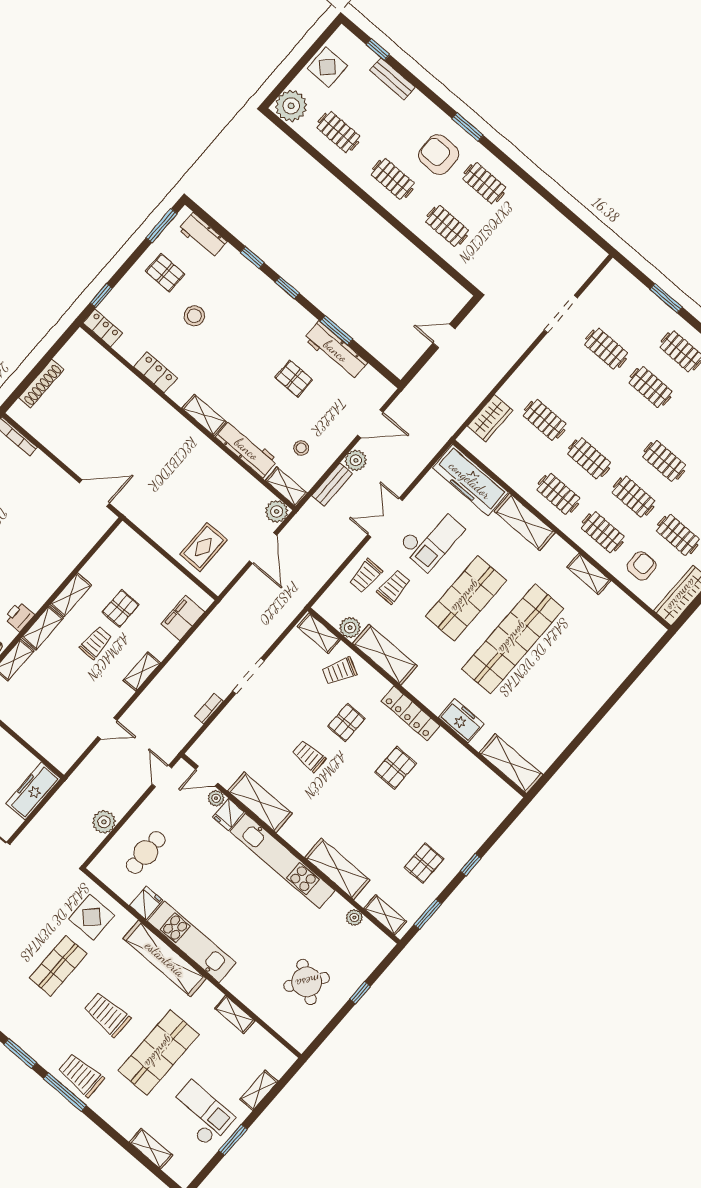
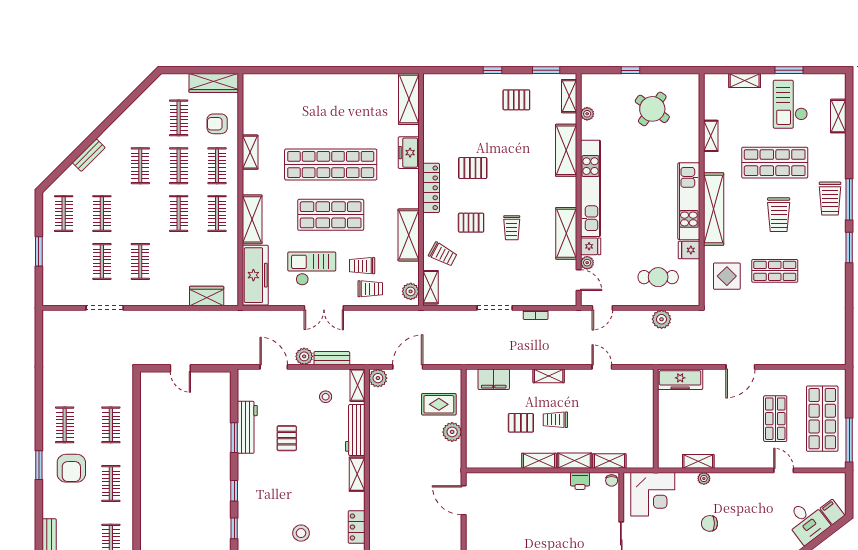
clothes rail: (545, 420) -> (140, 261), moved
plant: (167, 537) -> (452, 432), added
plant: (350, 628) -> (411, 291), moved

